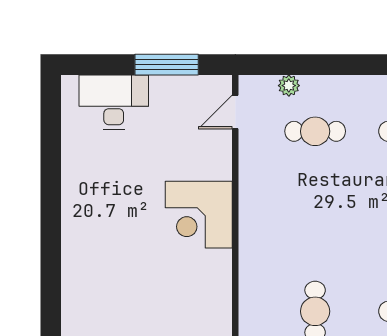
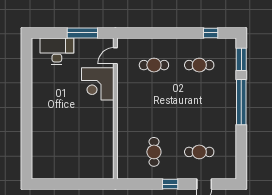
plant: (289, 86) -> (141, 43), removed
corner desk: (199, 215) -> (98, 84), moved

